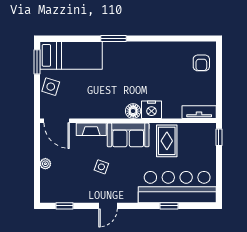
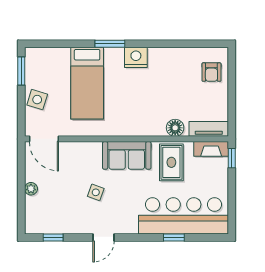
bed: (71, 55) -> (87, 83), moved, turned 90
nightstand: (152, 110) -> (136, 57), moved, turned 180
floor lamp: (133, 111) -> (175, 128), moved
fireplace: (91, 129) -> (211, 149), moved

